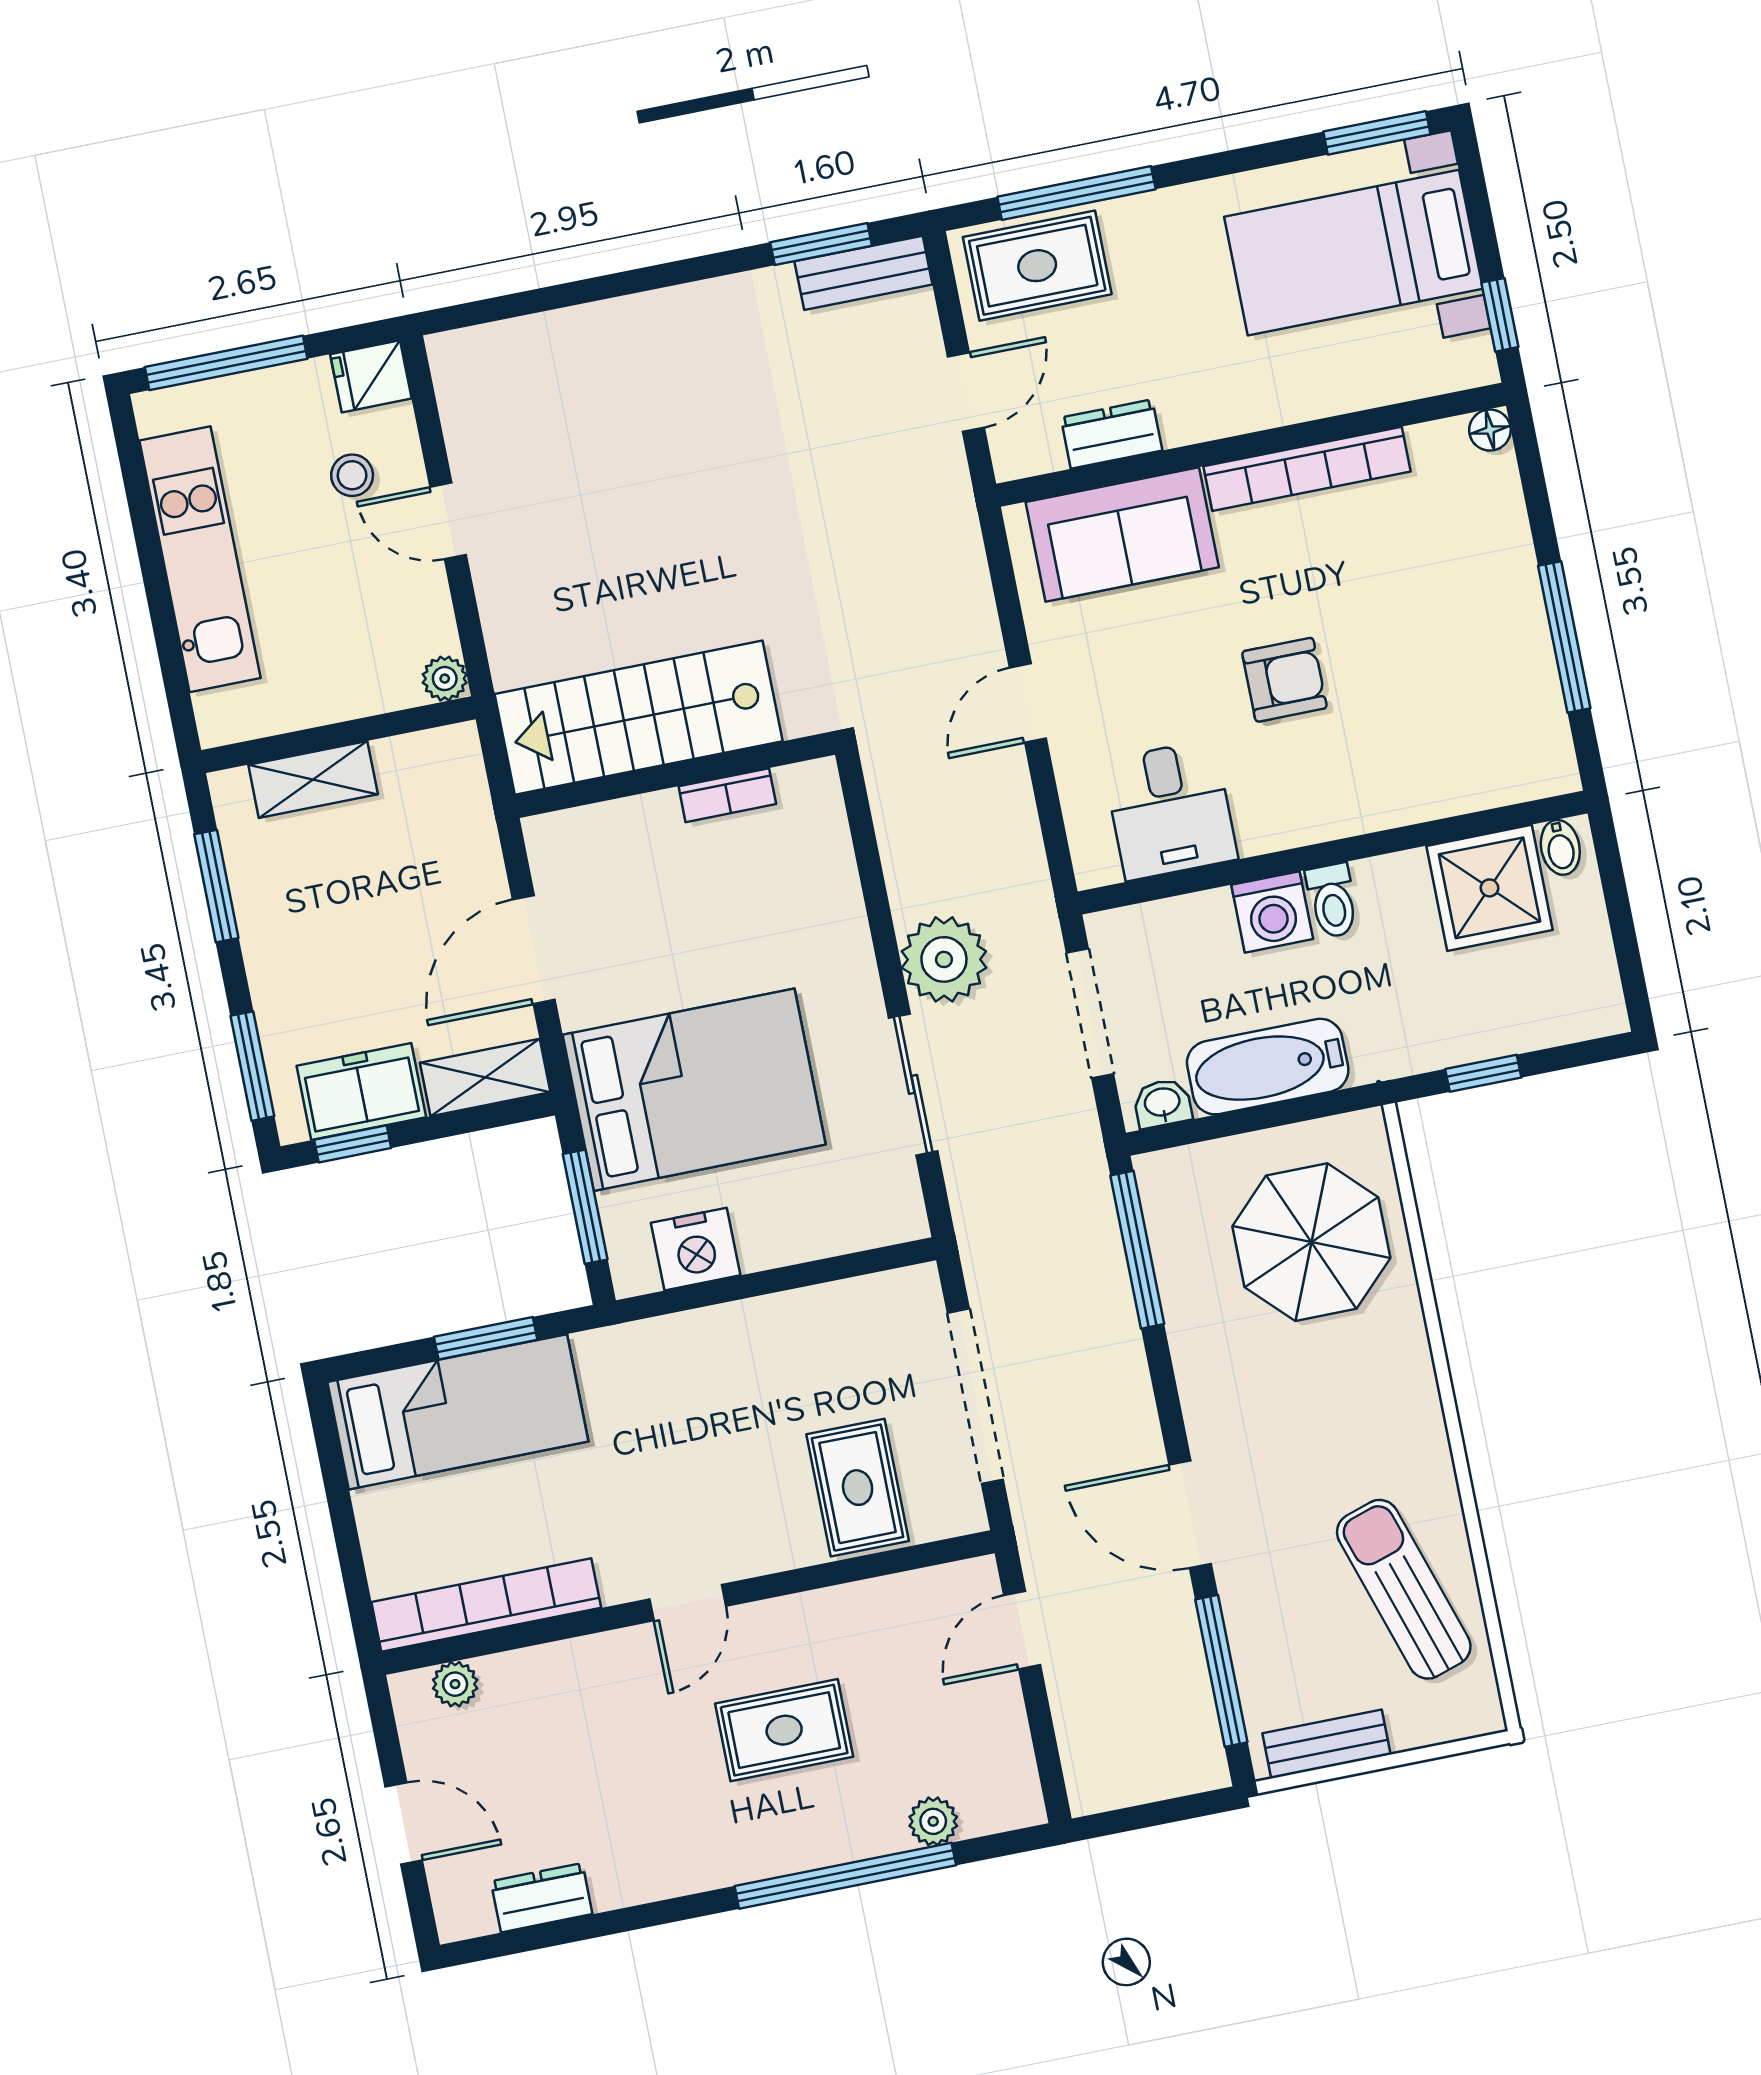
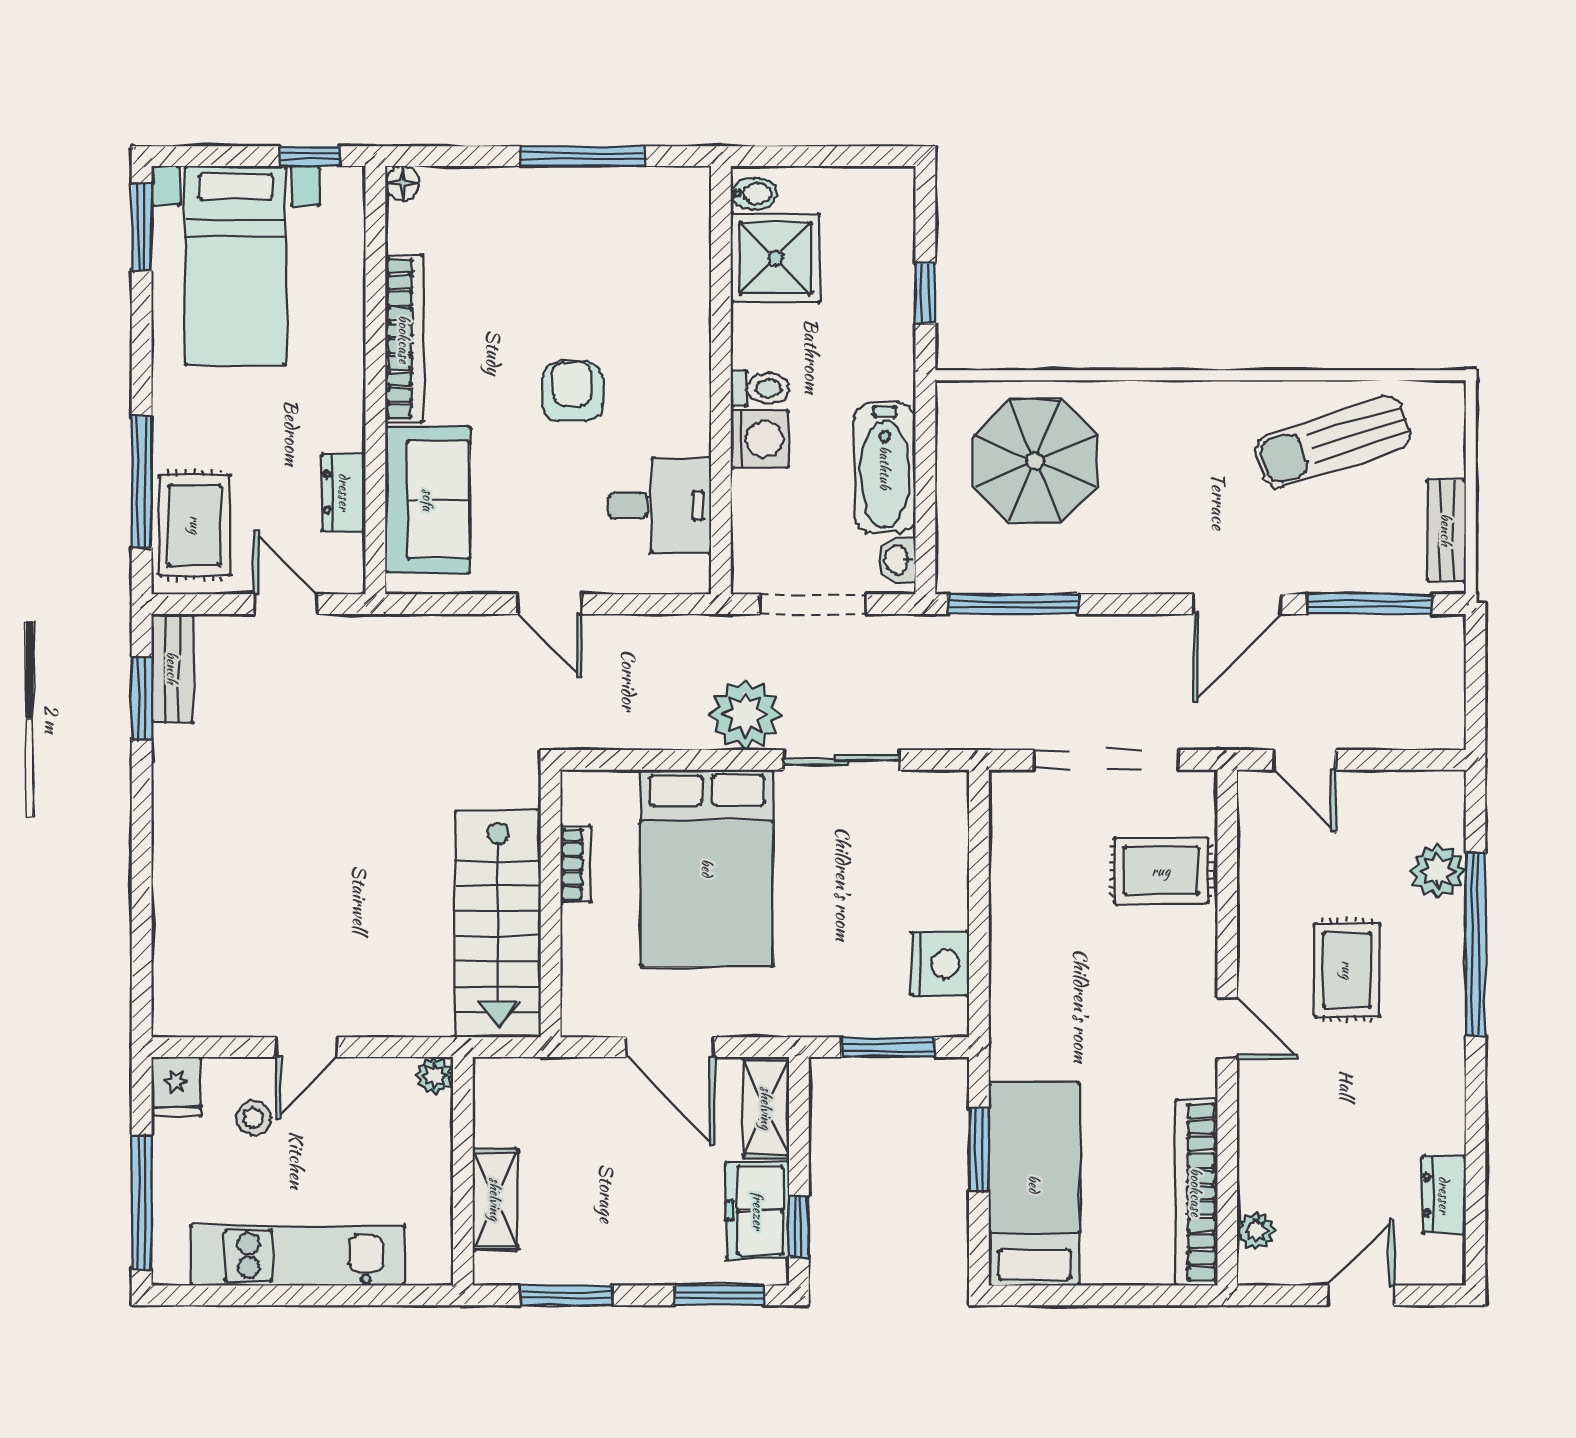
bed: (694, 1090) -> (707, 868), moved, turned 180
plant: (933, 1821) -> (1438, 871), width x1.38, depth x1.38

